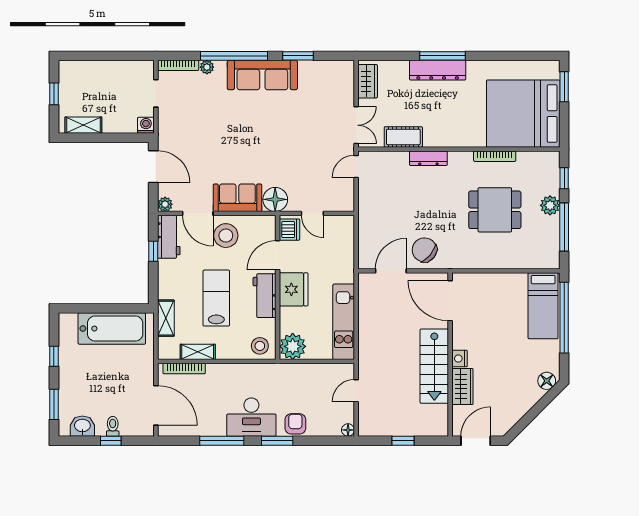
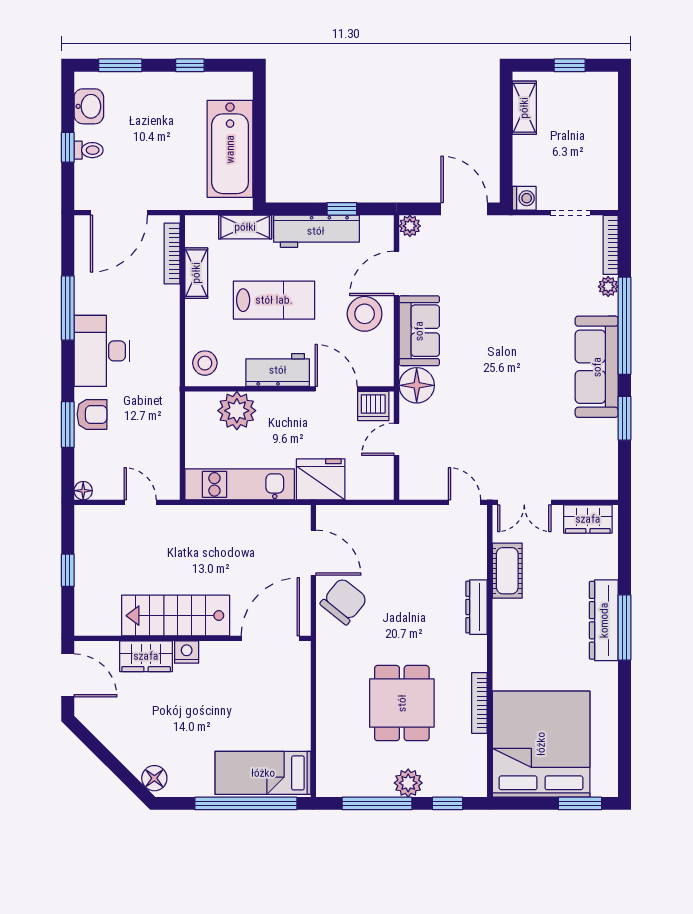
door: (153, 167) -> (464, 209), swing flipped
workbench: (169, 237) -> (316, 231), moved, width x1.38
fridge: (294, 289) -> (321, 479), moved, turned 180
plant: (293, 346) -> (237, 411), moved
window: (277, 441) -> (68, 424), moved

